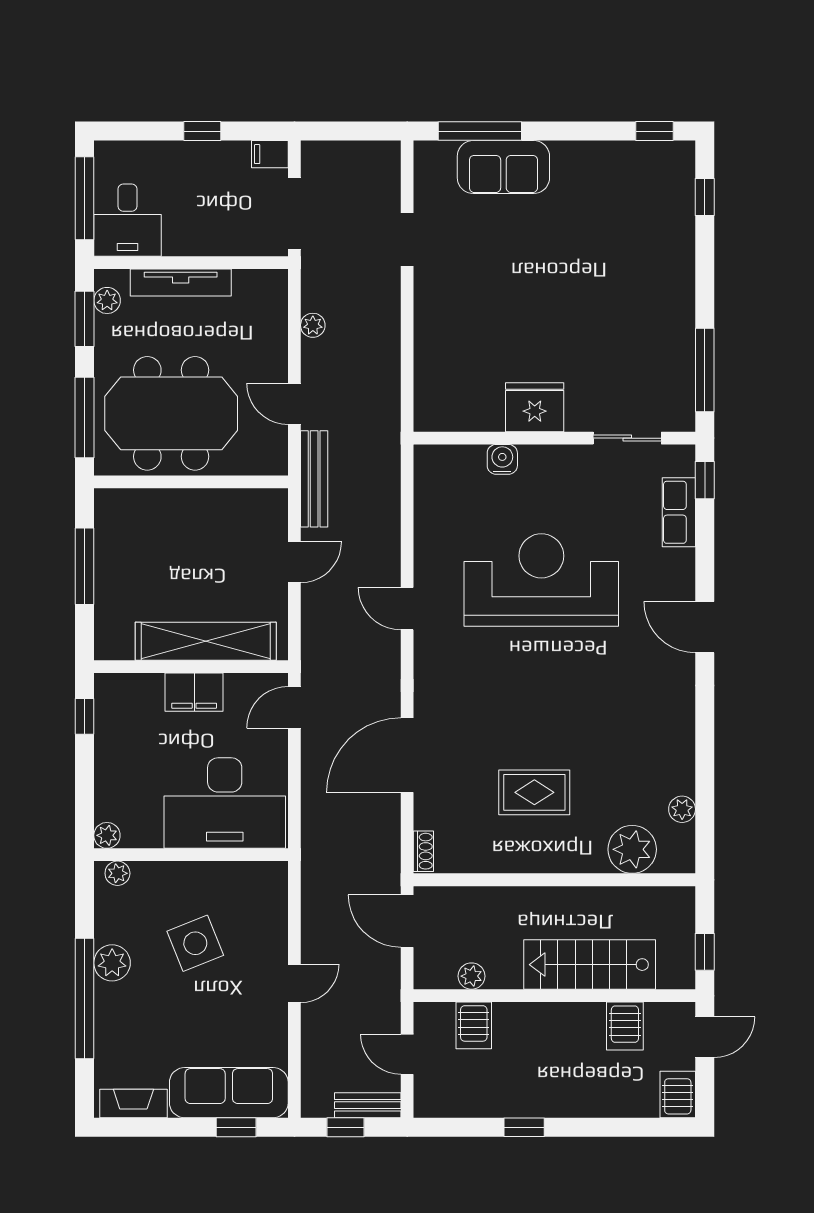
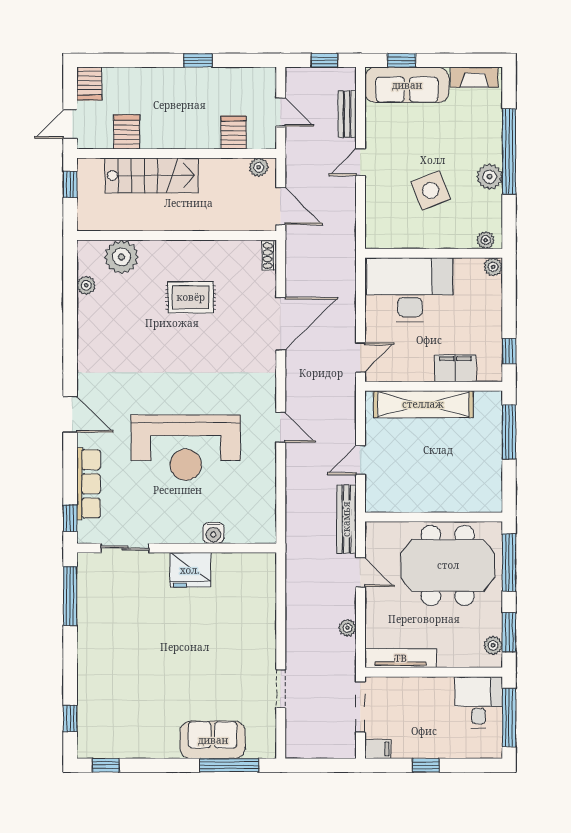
tv unit: (181, 283) -> (401, 658), moved
row of seats: (679, 512) -> (88, 484), width x1.48
window: (84, 566) -> (509, 432), moved
filing cabinet: (194, 692) -> (455, 368), moved
plant: (472, 976) -> (259, 167), moved
bench: (368, 1105) -> (347, 114), moved, turned 90

